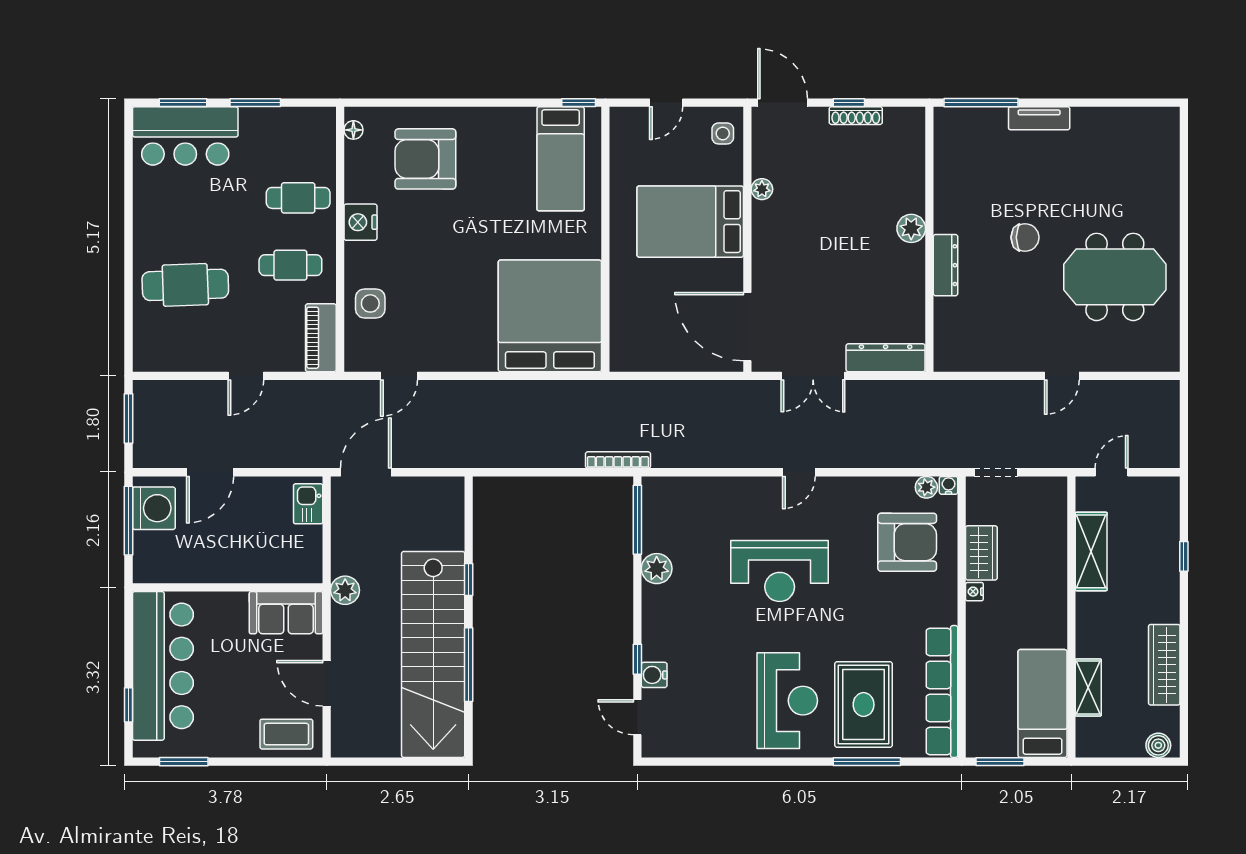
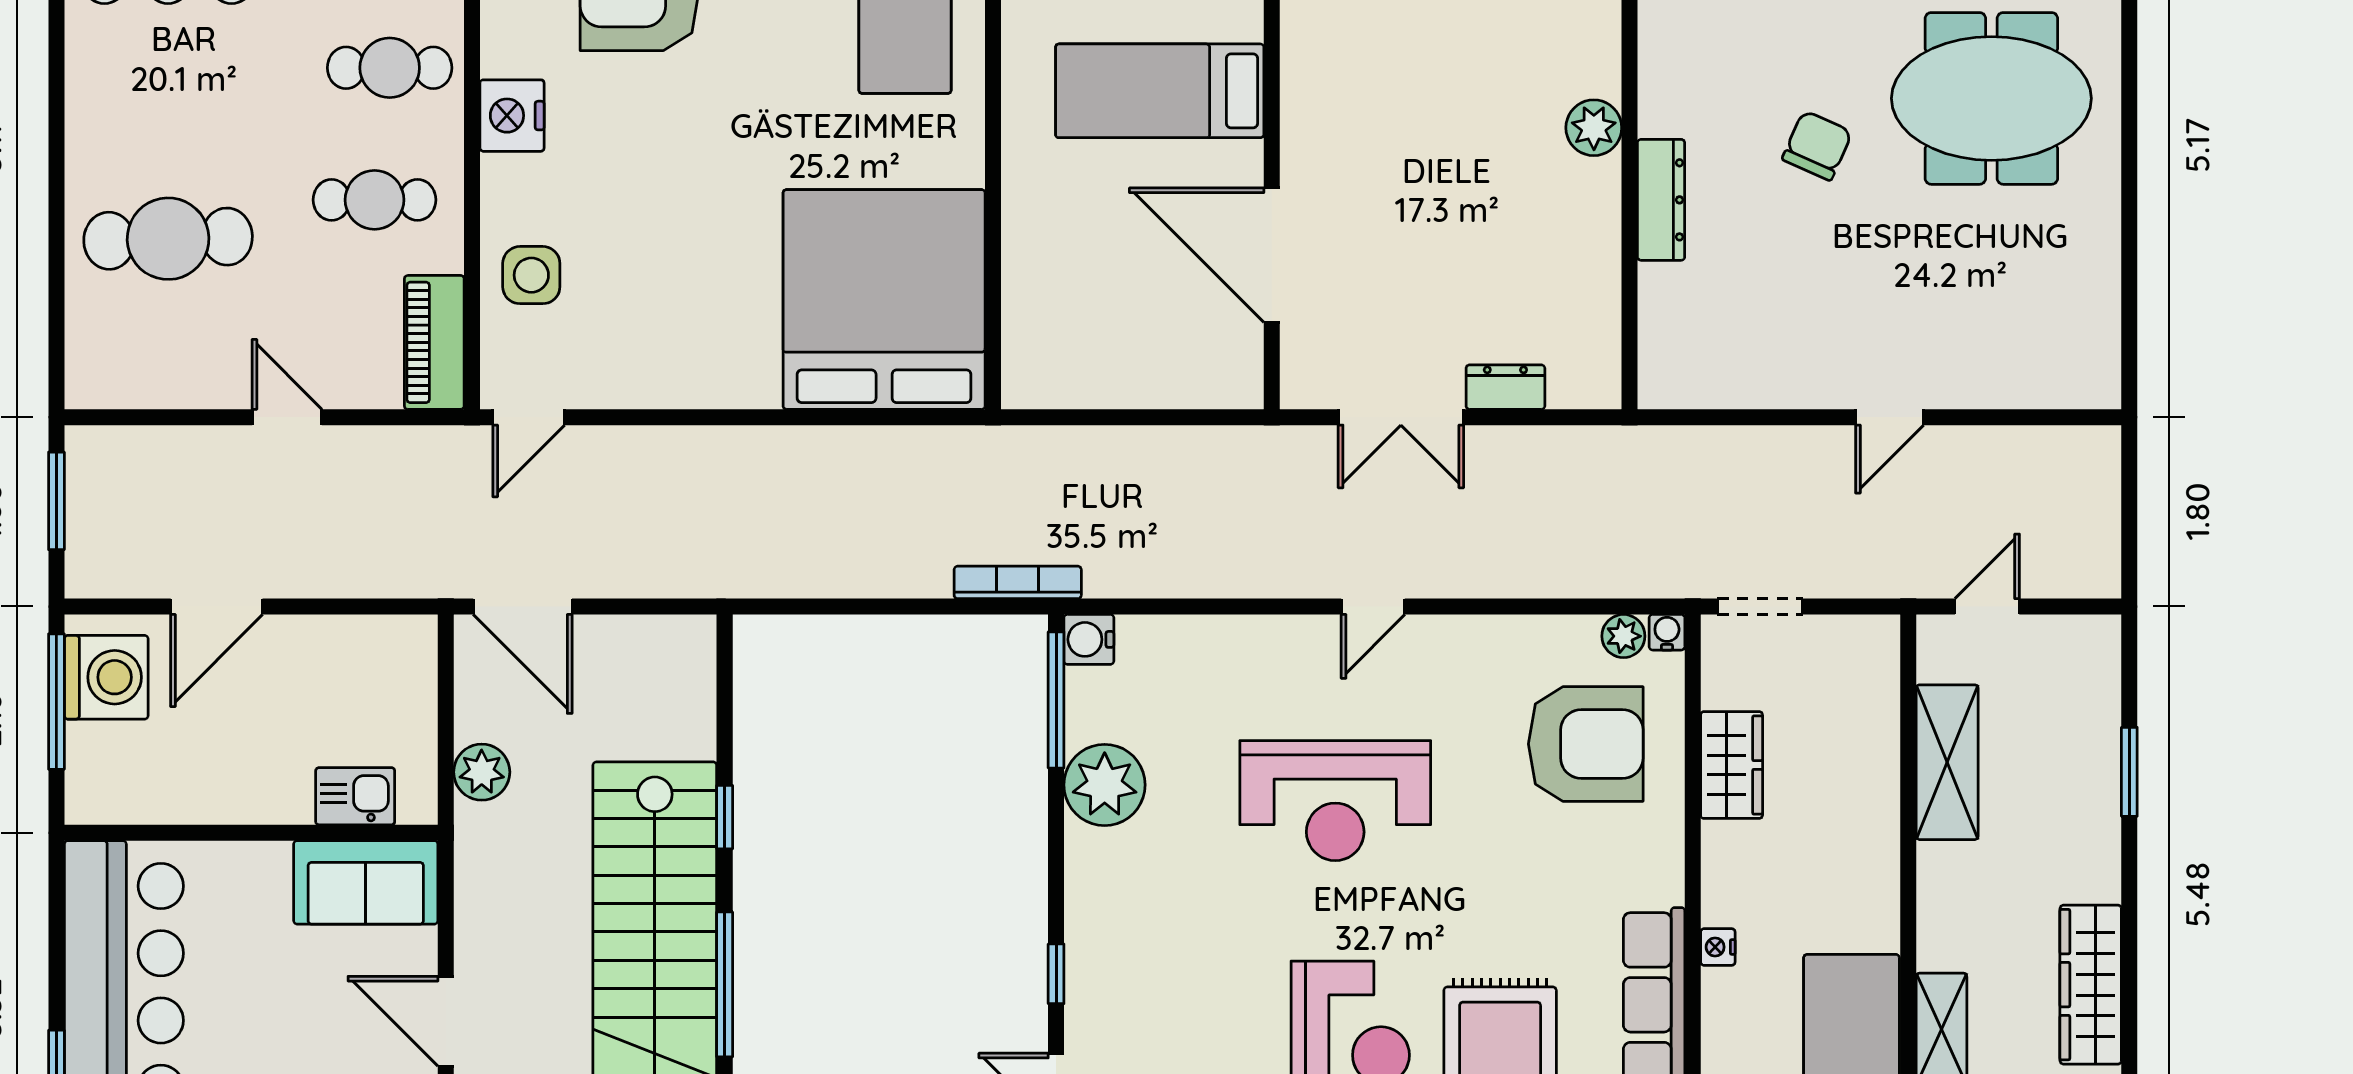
plant: (762, 189) -> (1300, 51), removed
bed: (690, 222) -> (1160, 91), width x0.67
chair: (1025, 237) -> (1817, 146), turned -66
meeting table: (1115, 277) -> (1991, 98), moved
door: (747, 327) -> (1272, 255), moved
dresser: (886, 358) -> (1505, 387), width x0.51, depth x0.80
door: (246, 376) -> (287, 417), swing flipped
door: (399, 376) -> (529, 417), moved
door: (366, 472) -> (523, 607), swing flipped
kitchen sink: (308, 504) -> (355, 796), moved, turned 90
window: (1184, 556) -> (2129, 772), width x1.50
plant: (657, 569) -> (1105, 785), width x1.36, depth x1.36
plant: (345, 590) -> (482, 772), moved
nightstand: (974, 592) -> (1718, 947), moved
water cooler: (654, 675) -> (1089, 639), moved

